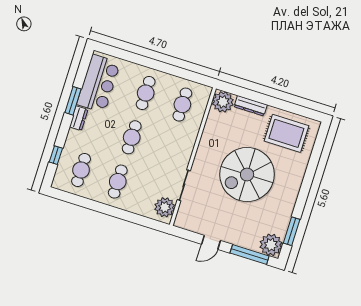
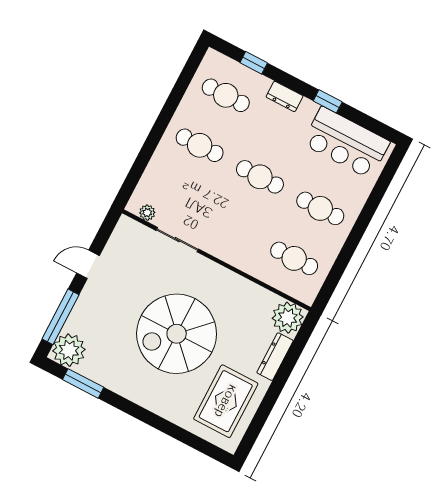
window: (73, 101) -> (328, 101), width x0.67
dresser: (79, 118) -> (285, 96), moved
spiral stairs: (247, 175) -> (177, 334), turned -90
plant: (165, 207) -> (147, 213), width x0.53, depth x0.53
door: (211, 242) -> (88, 264), hinge flipped

